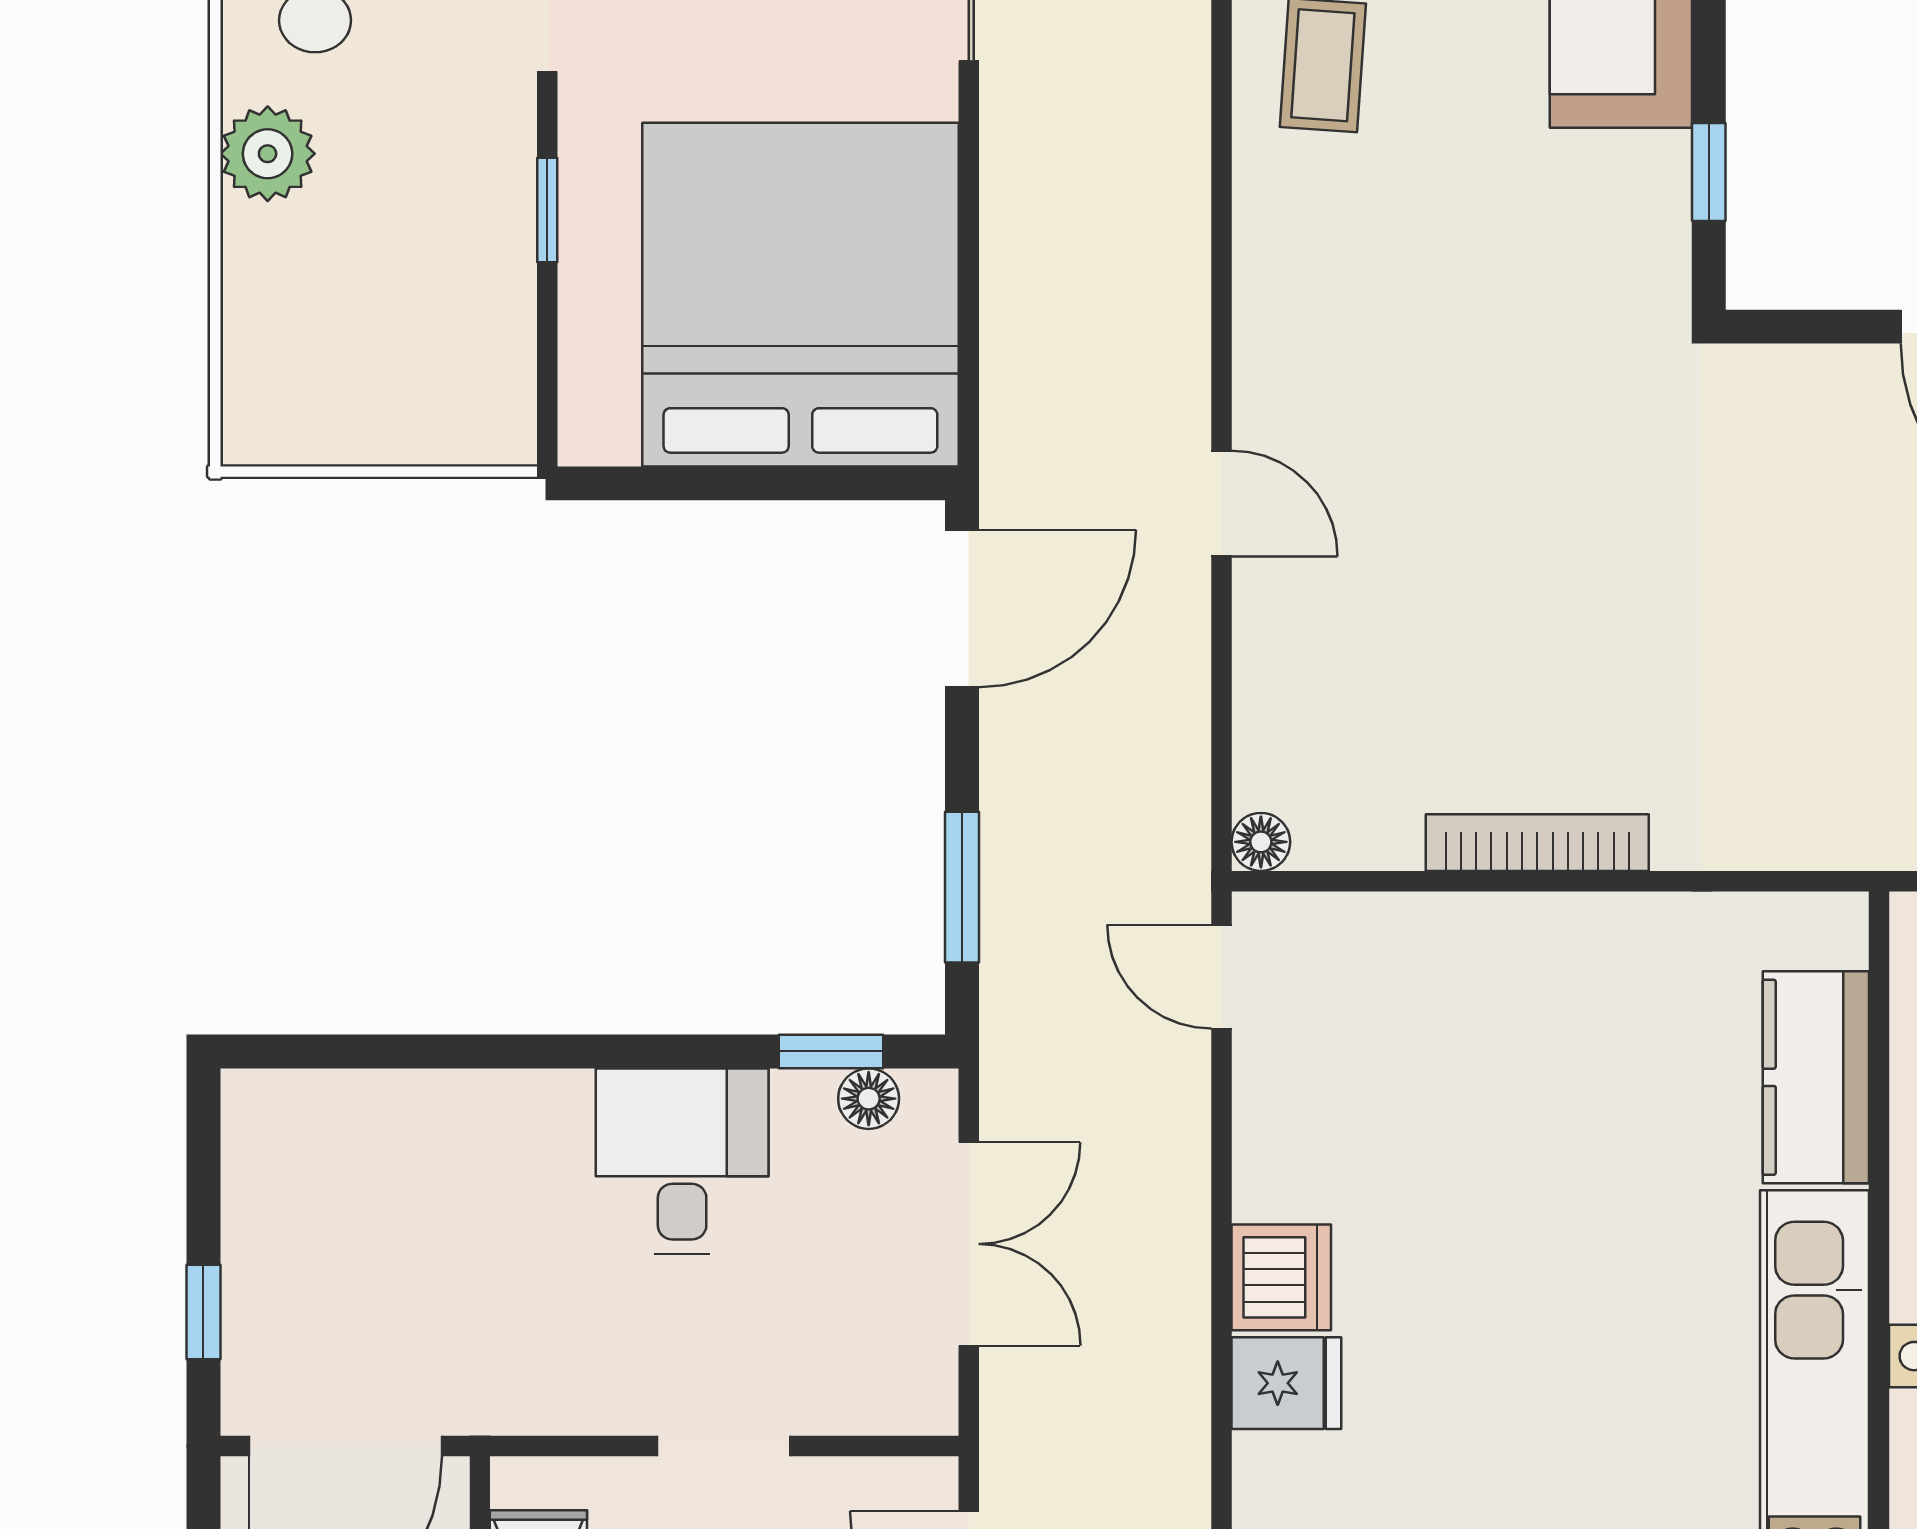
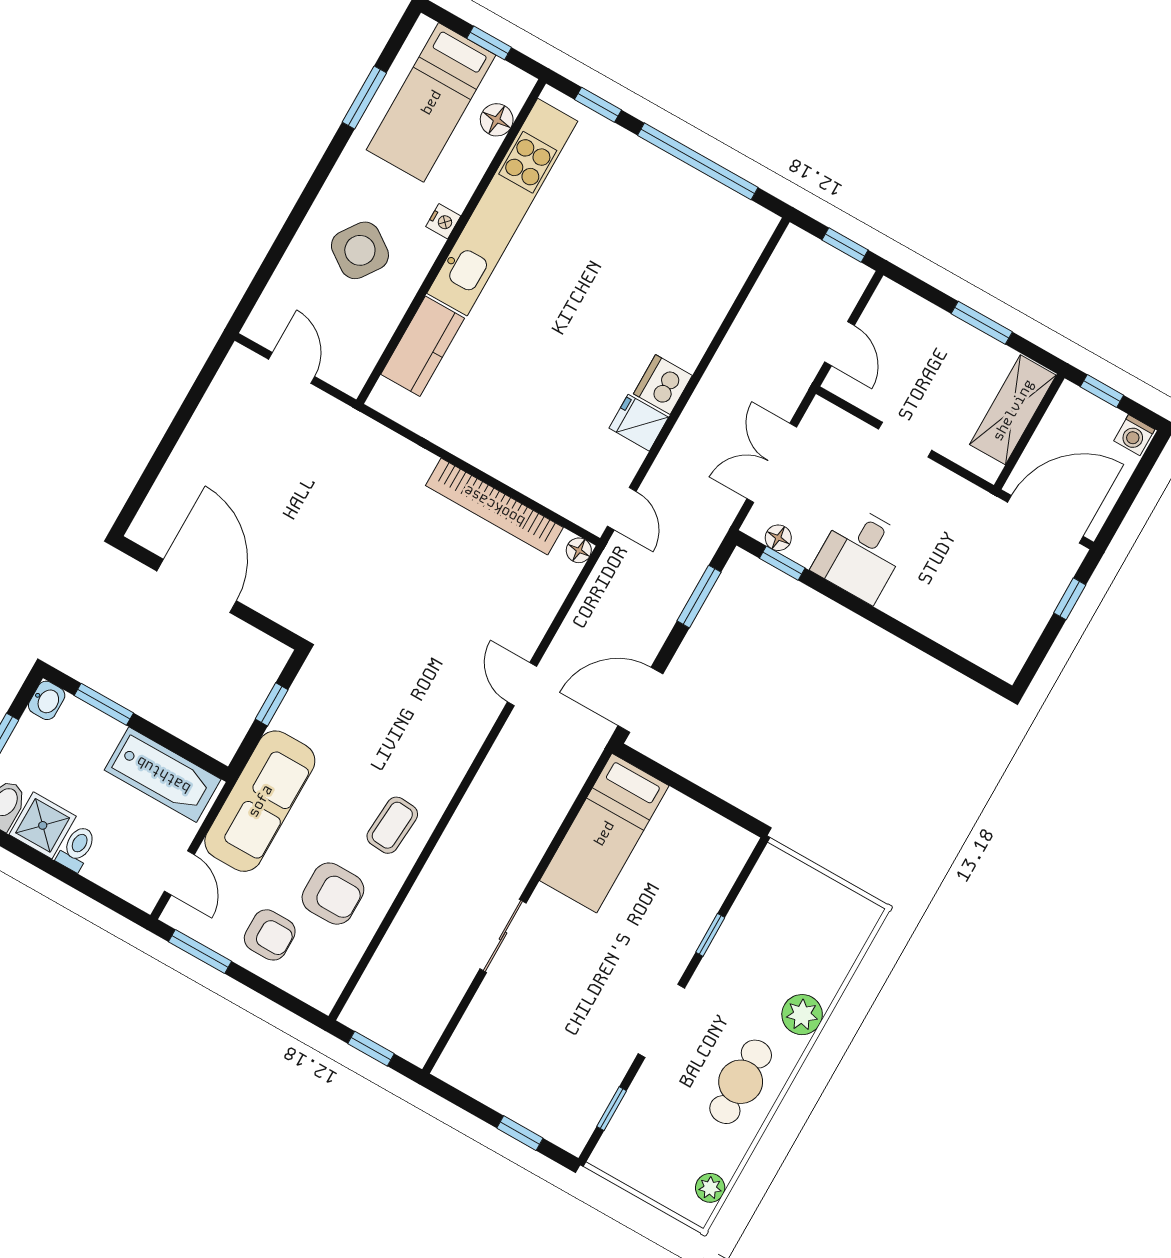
bed: (800, 295) -> (604, 833), width x0.49
bookcase: (1537, 843) -> (494, 506), width x1.48, depth x1.31
fridge: (1286, 1383) -> (639, 423), moved

